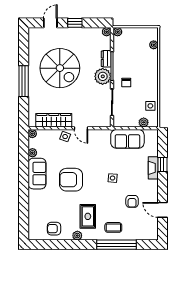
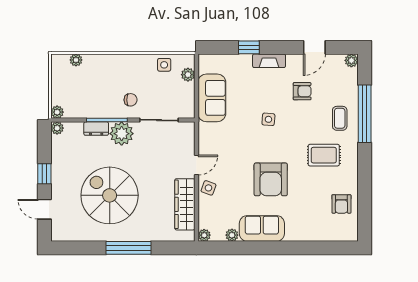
spiral stairs: (60, 68) -> (110, 195), turned -90
fireplace: (153, 168) -> (269, 61), moved
plant: (77, 236) -> (351, 60), moved

